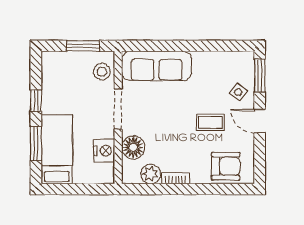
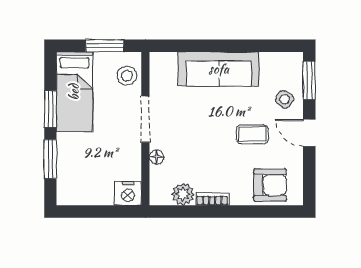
sofa: (156, 66) -> (219, 69), moved
window: (36, 100) -> (50, 109), width x1.50
floor lamp: (133, 147) -> (157, 157), width x0.53, depth x0.53
bed: (57, 149) -> (74, 92), moved, turned 180
nightstand: (104, 151) -> (128, 193), moved, turned 90

